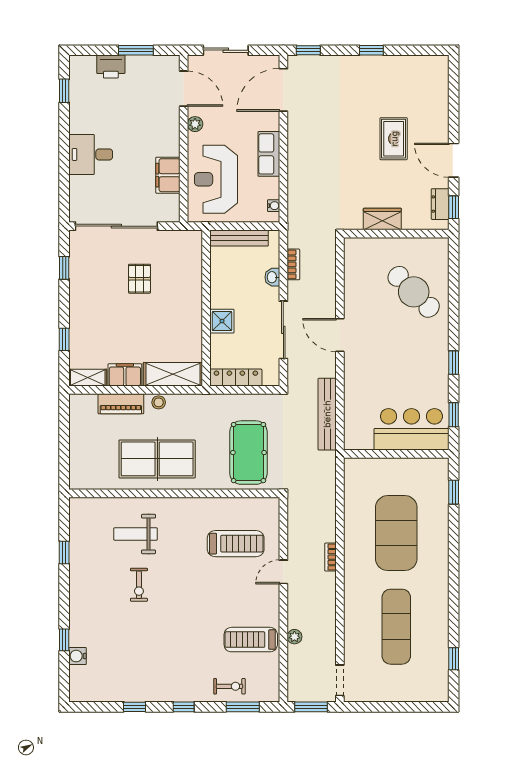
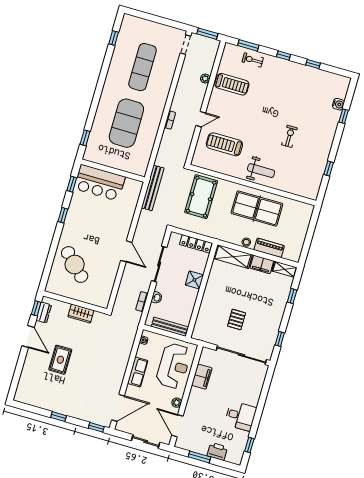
desk: (91, 154) -> (241, 416), moved
bench: (327, 414) -> (153, 188), moved
weight bench: (136, 534) -> (261, 171), moved

